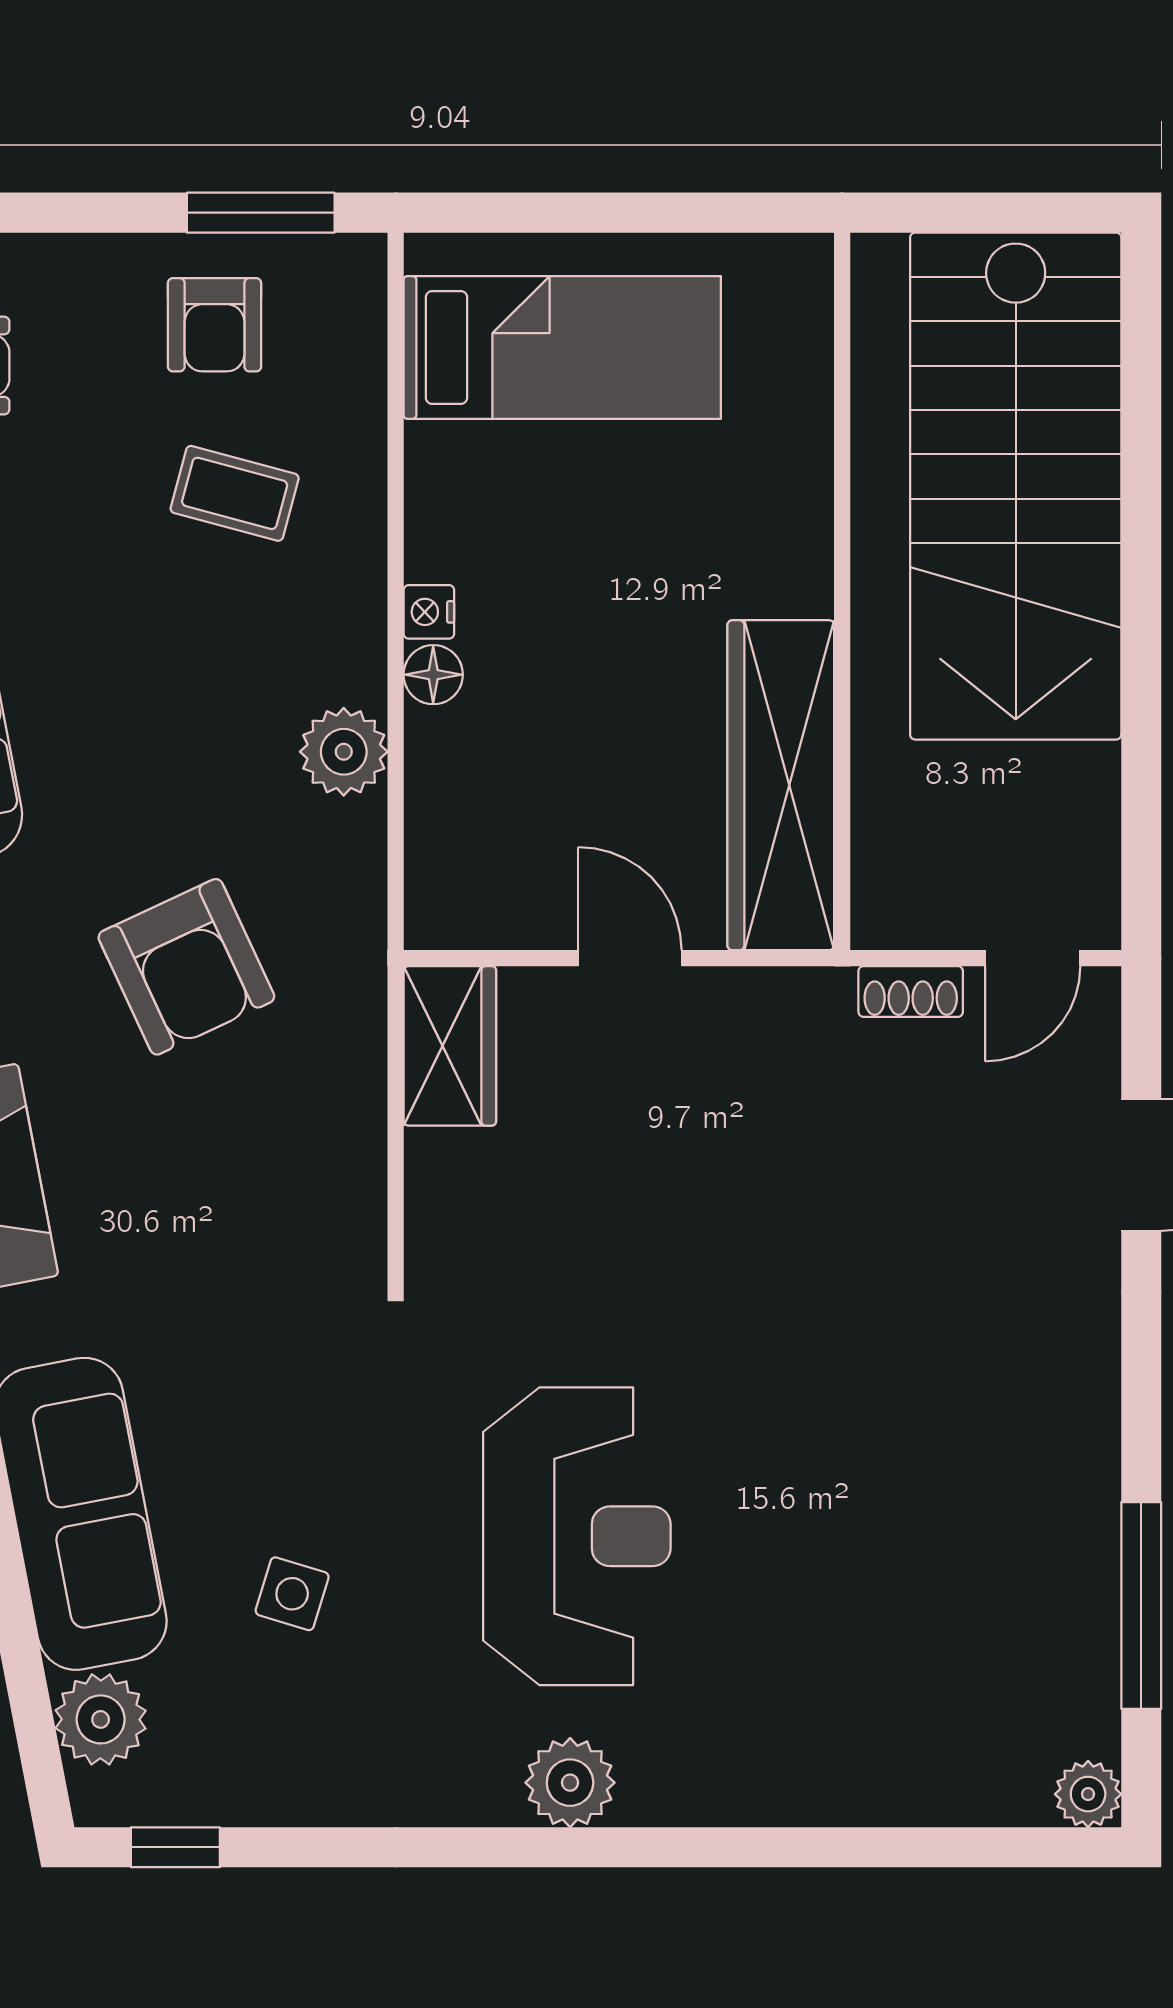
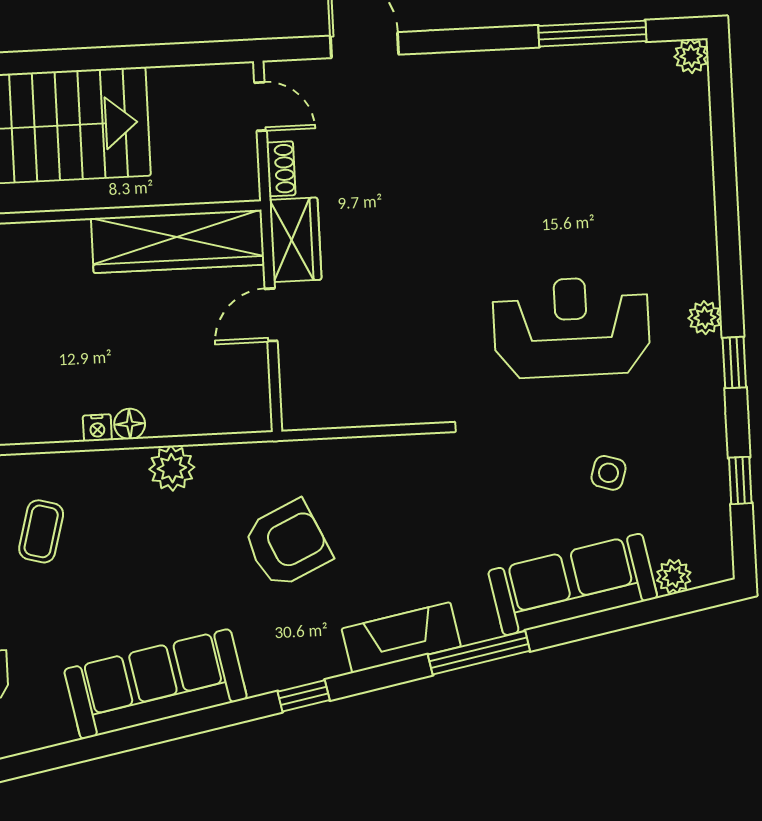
wardrobe: (450, 1046) -> (295, 240), moved, turned 90
plant: (101, 1719) -> (674, 576), width x0.73, depth x0.73
plant: (570, 1783) -> (705, 318), width x0.73, depth x0.73
window: (175, 1847) -> (740, 480), moved
window: (493, 1847) -> (734, 363), added

